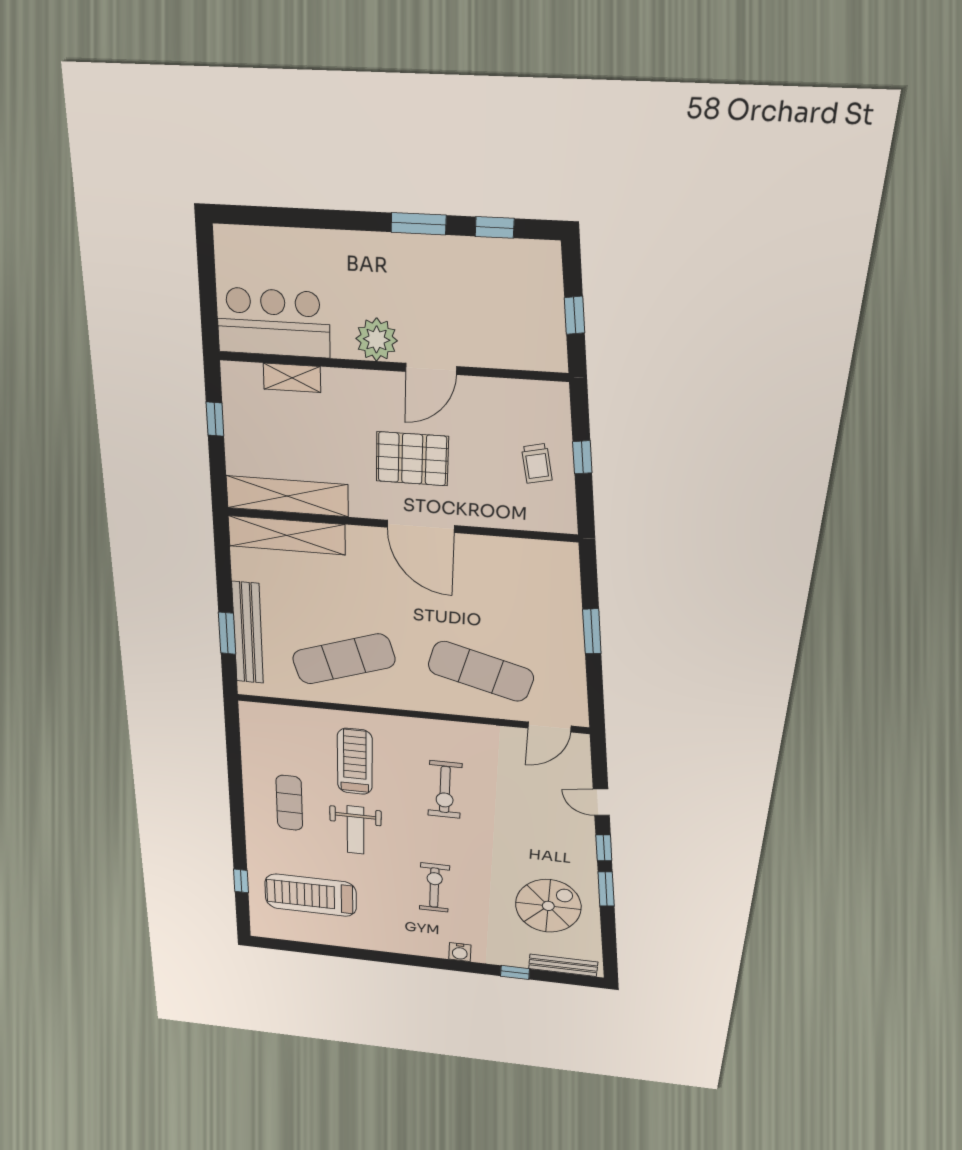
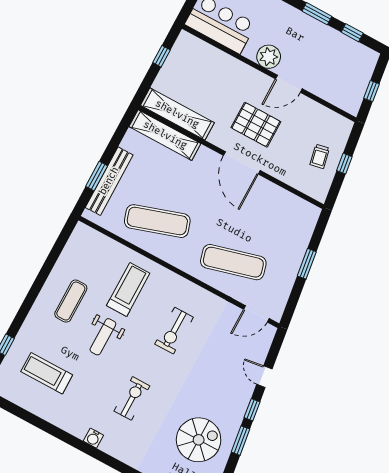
shelving: (292, 378) -> (215, 55), removed
exercise mat: (481, 671) -> (233, 262), turned -30
treadmill: (311, 895) -> (47, 373), width x0.73, depth x0.73
water cooler: (460, 952) -> (93, 438), moved

